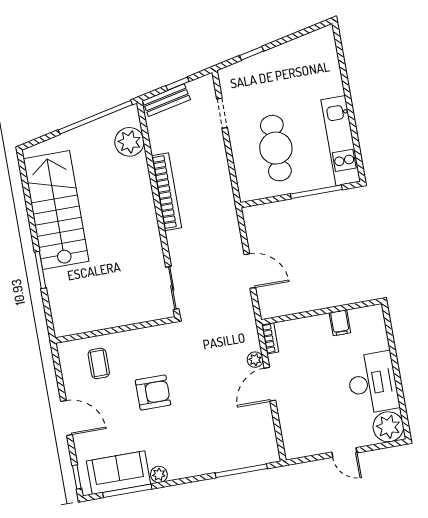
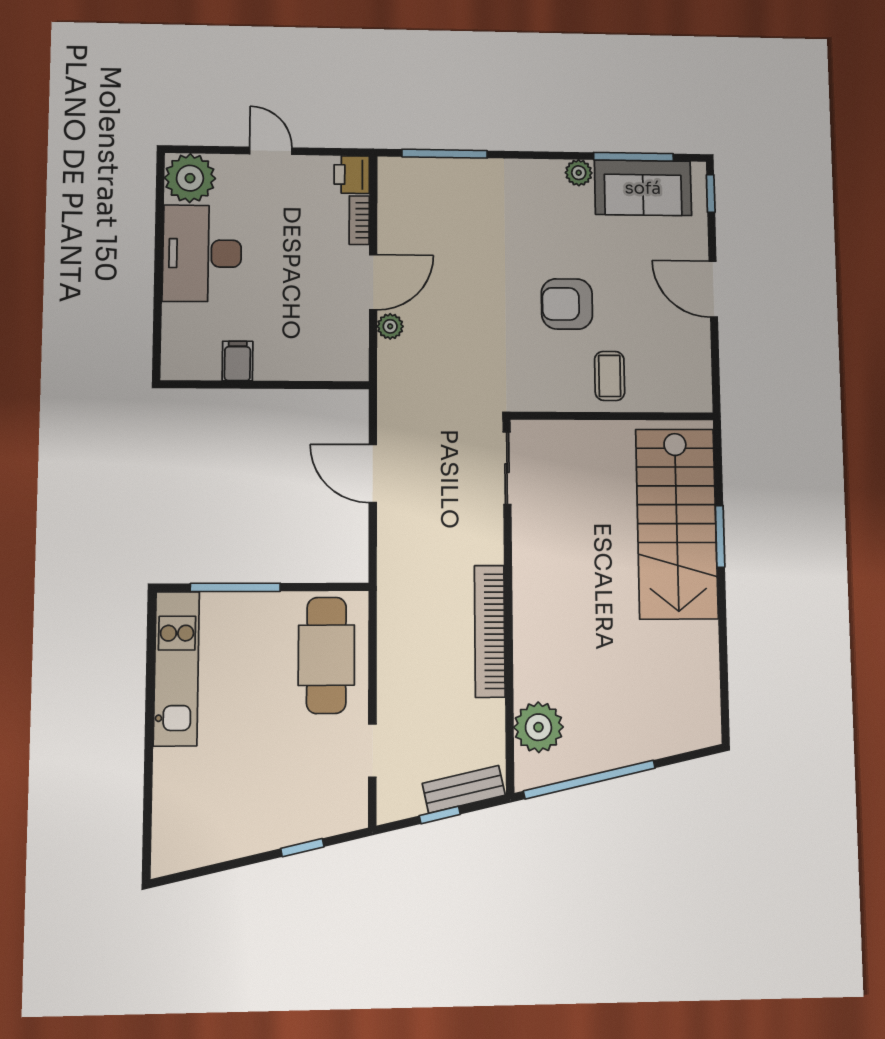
cafe table: (276, 148) -> (326, 655), moved
stairs: (56, 210) -> (677, 524), moved
bookcase: (270, 338) -> (359, 220), moved
coffee table: (99, 363) -> (610, 376), moved
printer: (294, 447) -> (352, 175), added

